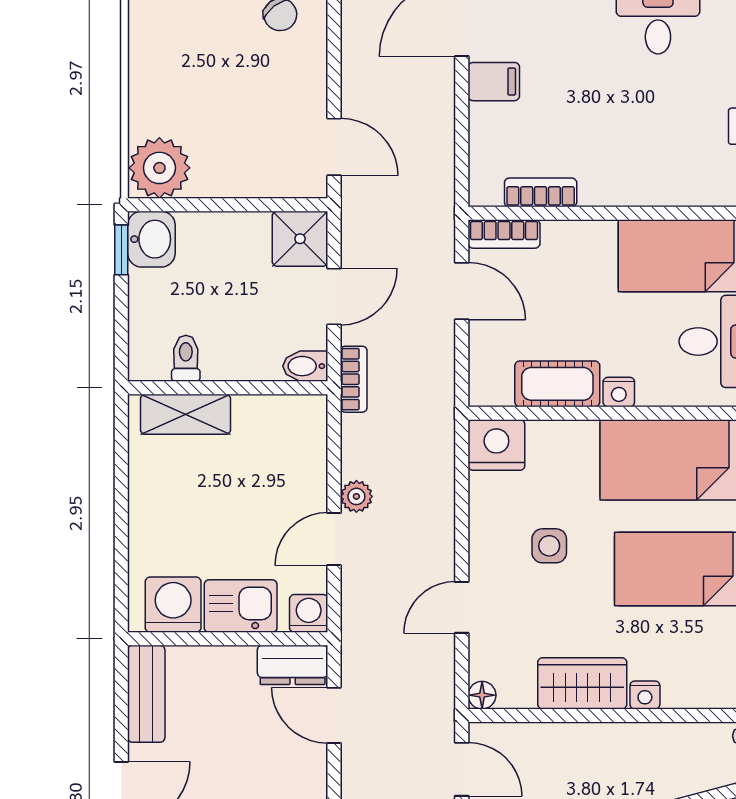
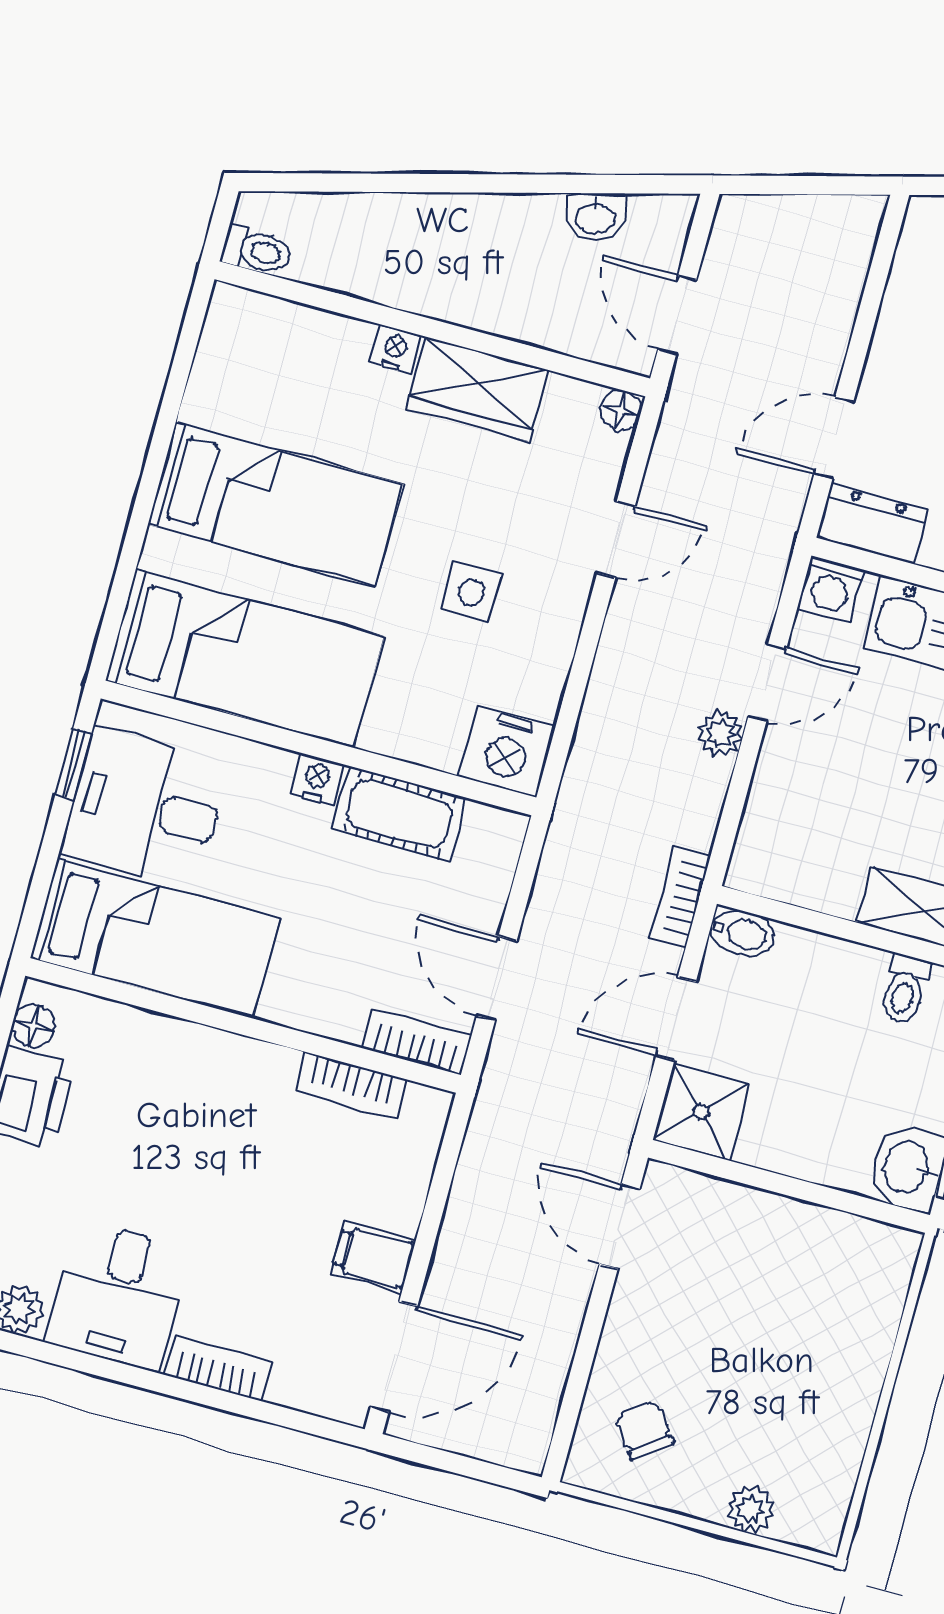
plant: (159, 168) -> (870, 1263), removed
door: (334, 715) -> (834, 438), swing flipped

